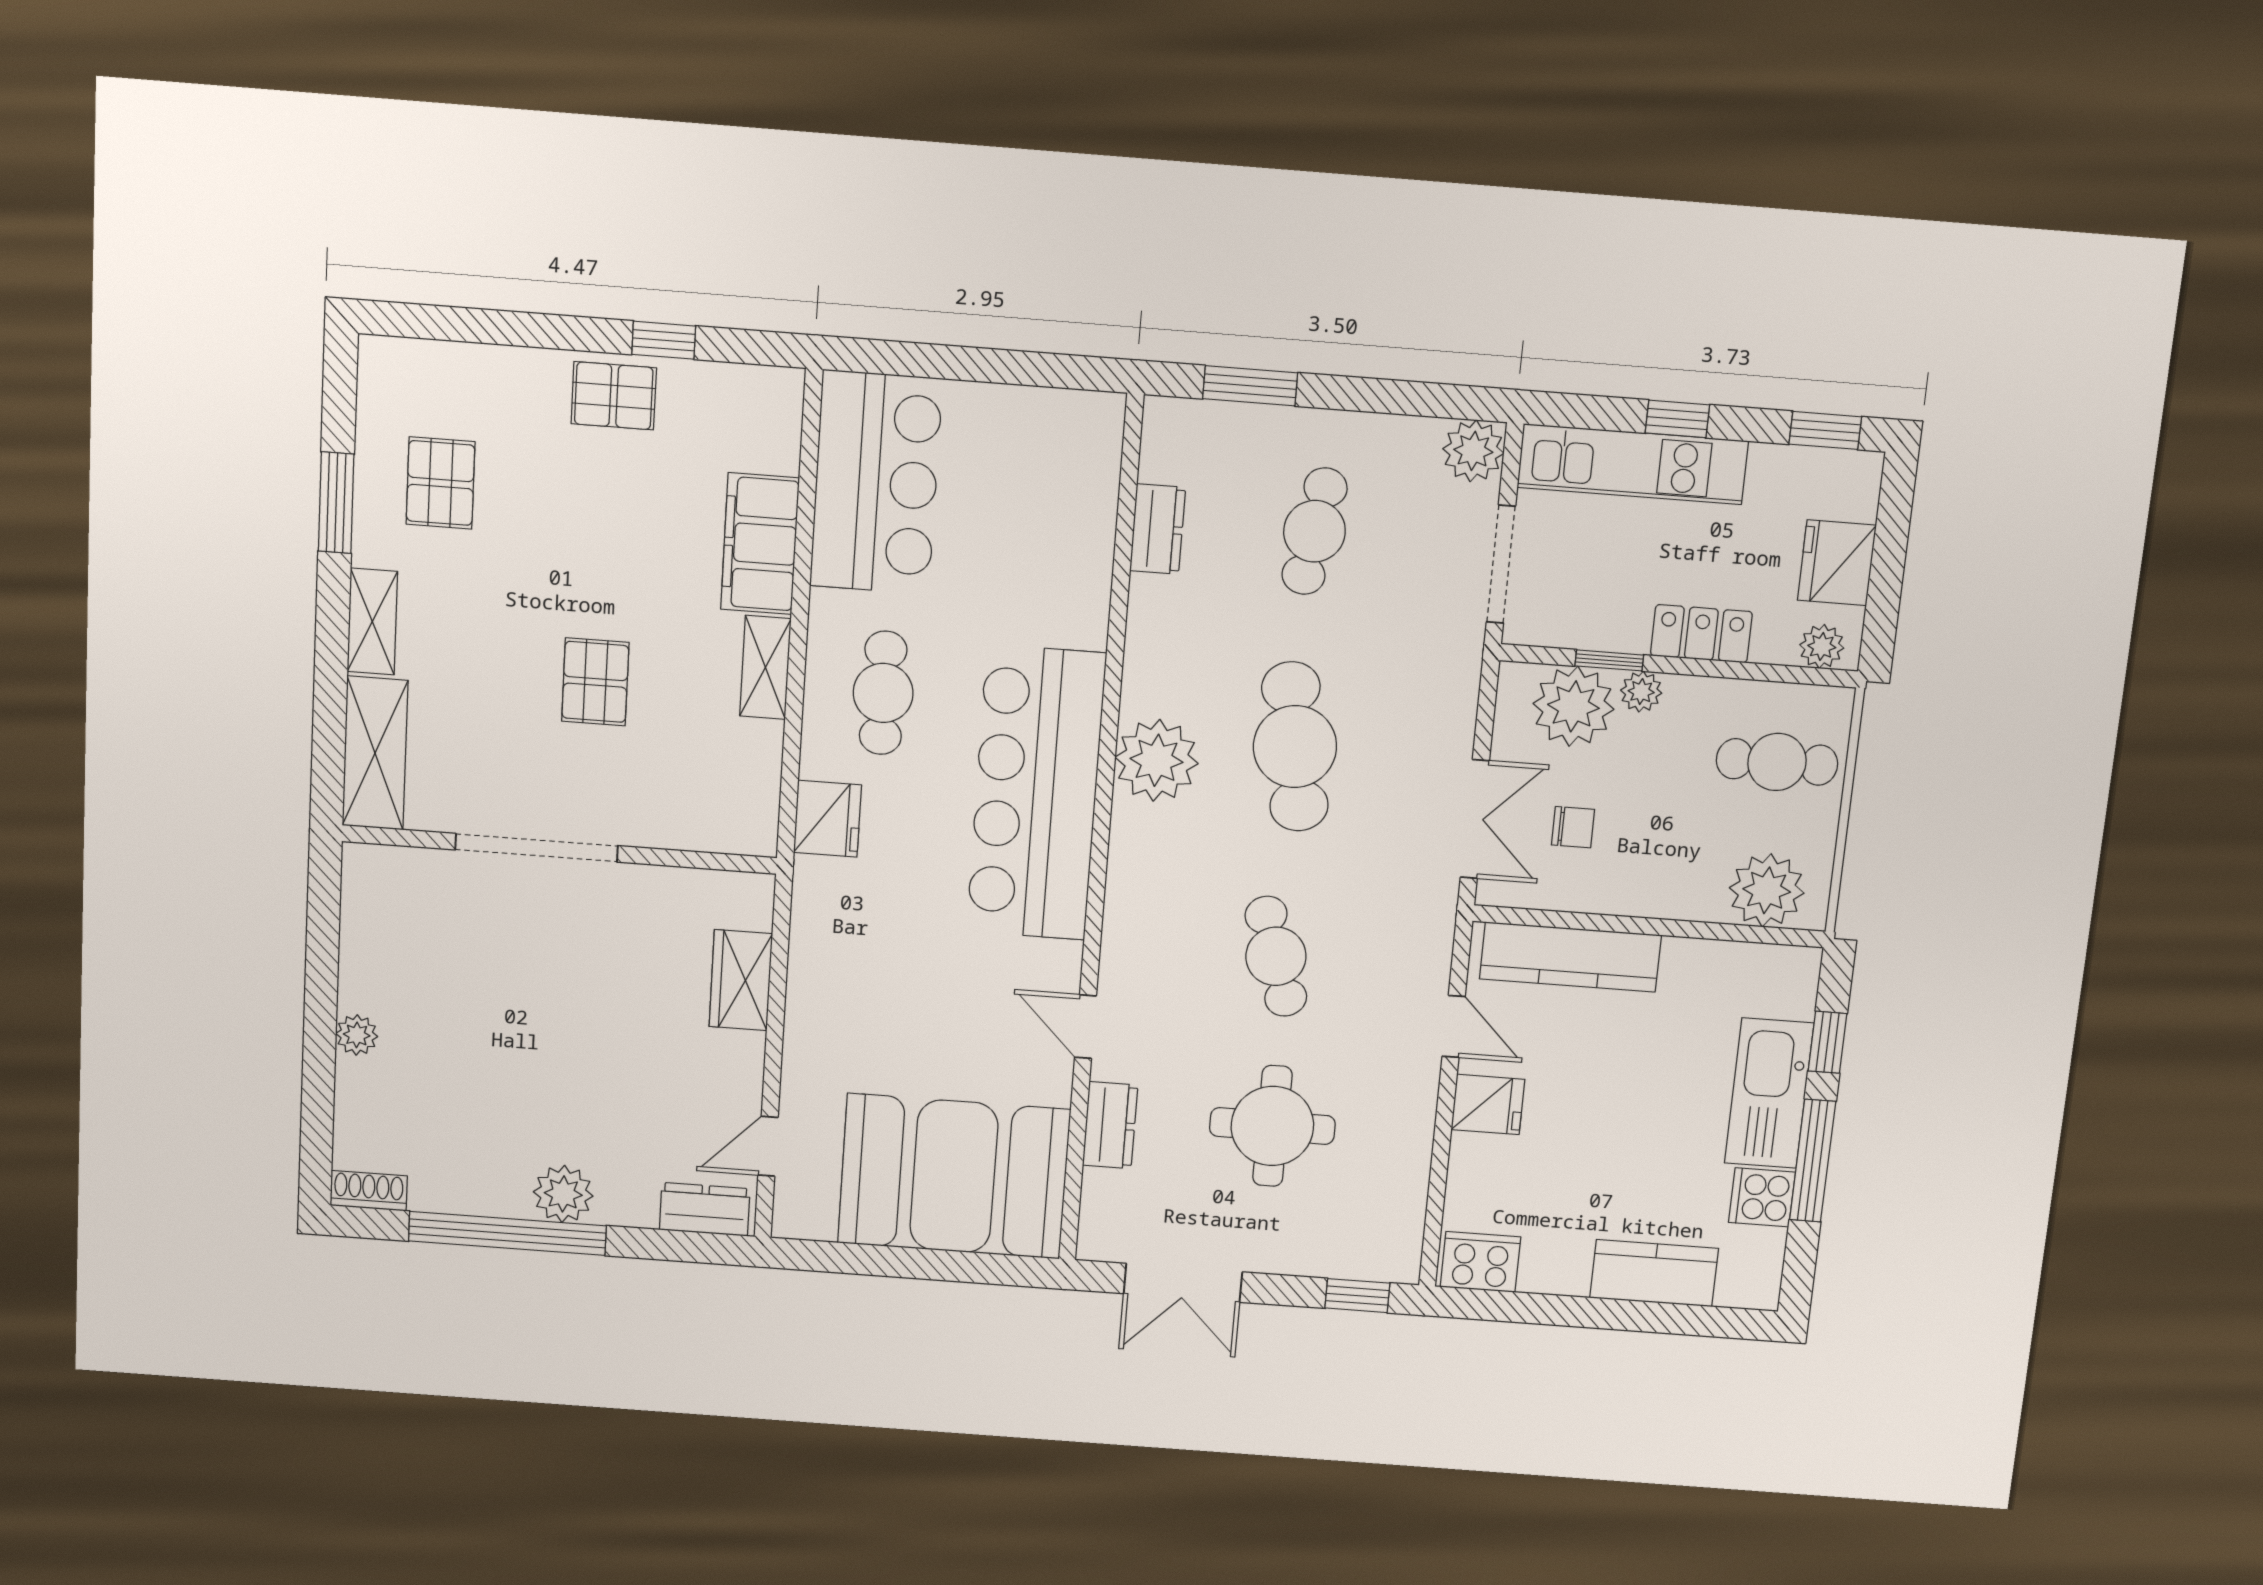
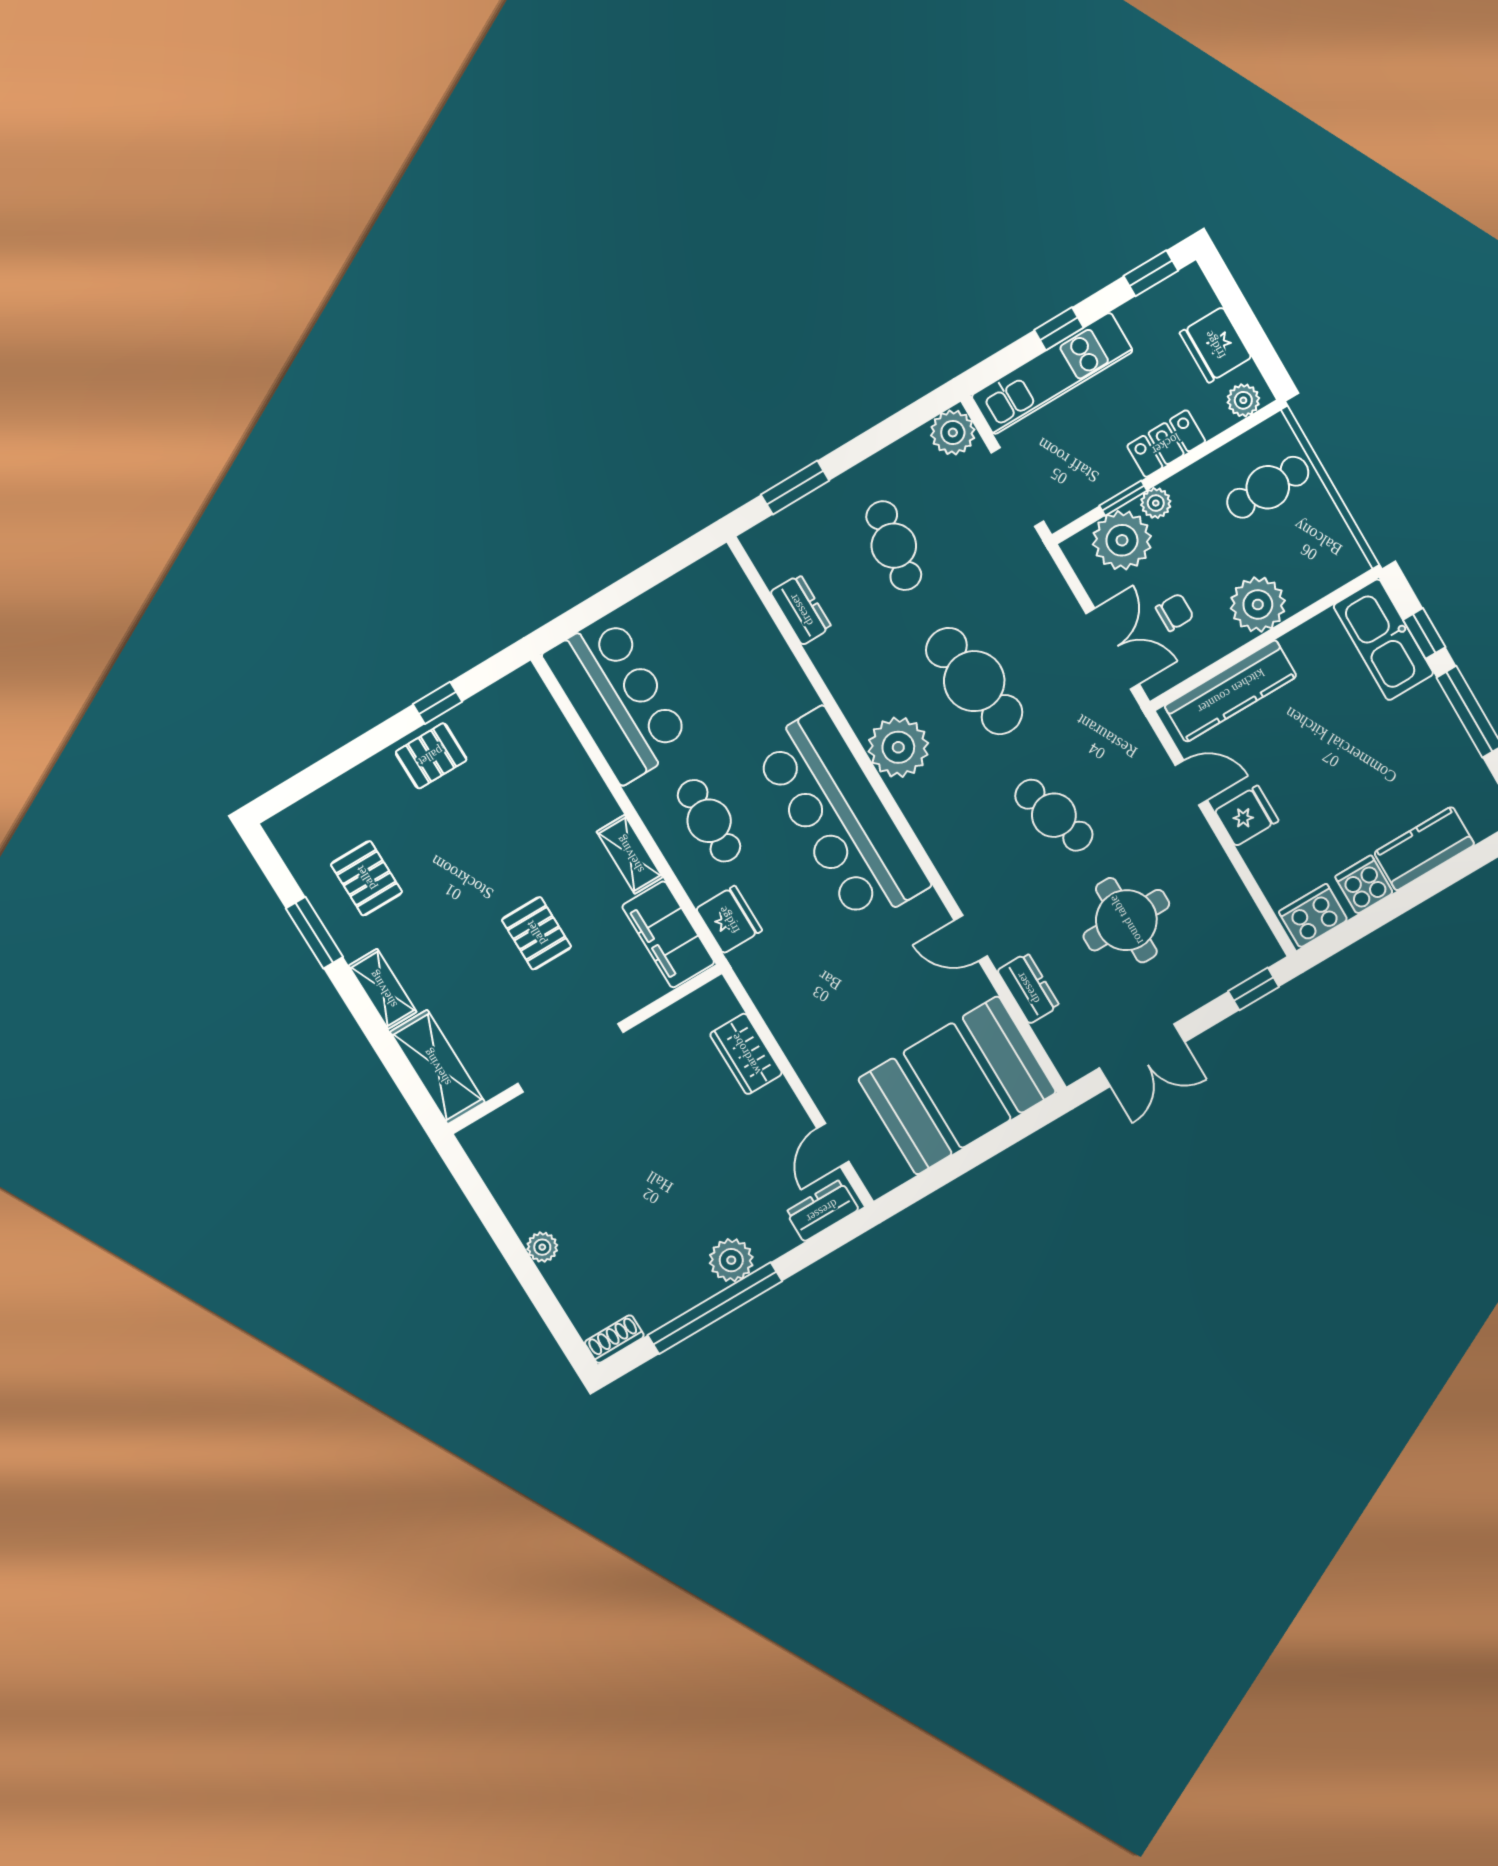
filing cabinet: (760, 544) -> (668, 934), moved
plant: (1767, 890) -> (1258, 605), moved
kitchen sink: (1769, 1093) -> (1383, 640), moved
cooker: (1762, 1197) -> (1364, 885), moved, turned 90

